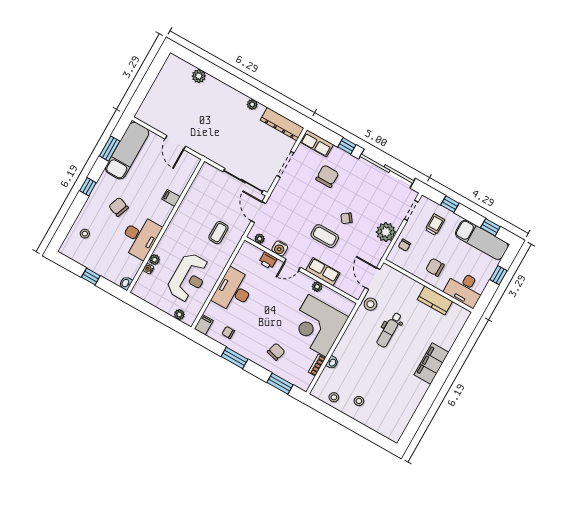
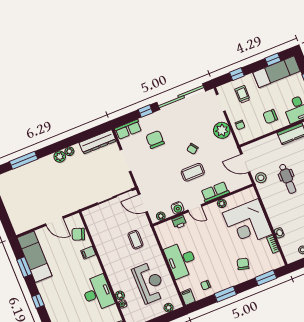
window: (210, 68) -> (24, 160), added
plant: (199, 76) -> (60, 157), moved
chair: (118, 207) -> (78, 234), moved
door: (292, 265) -> (195, 208), hinge flipped

